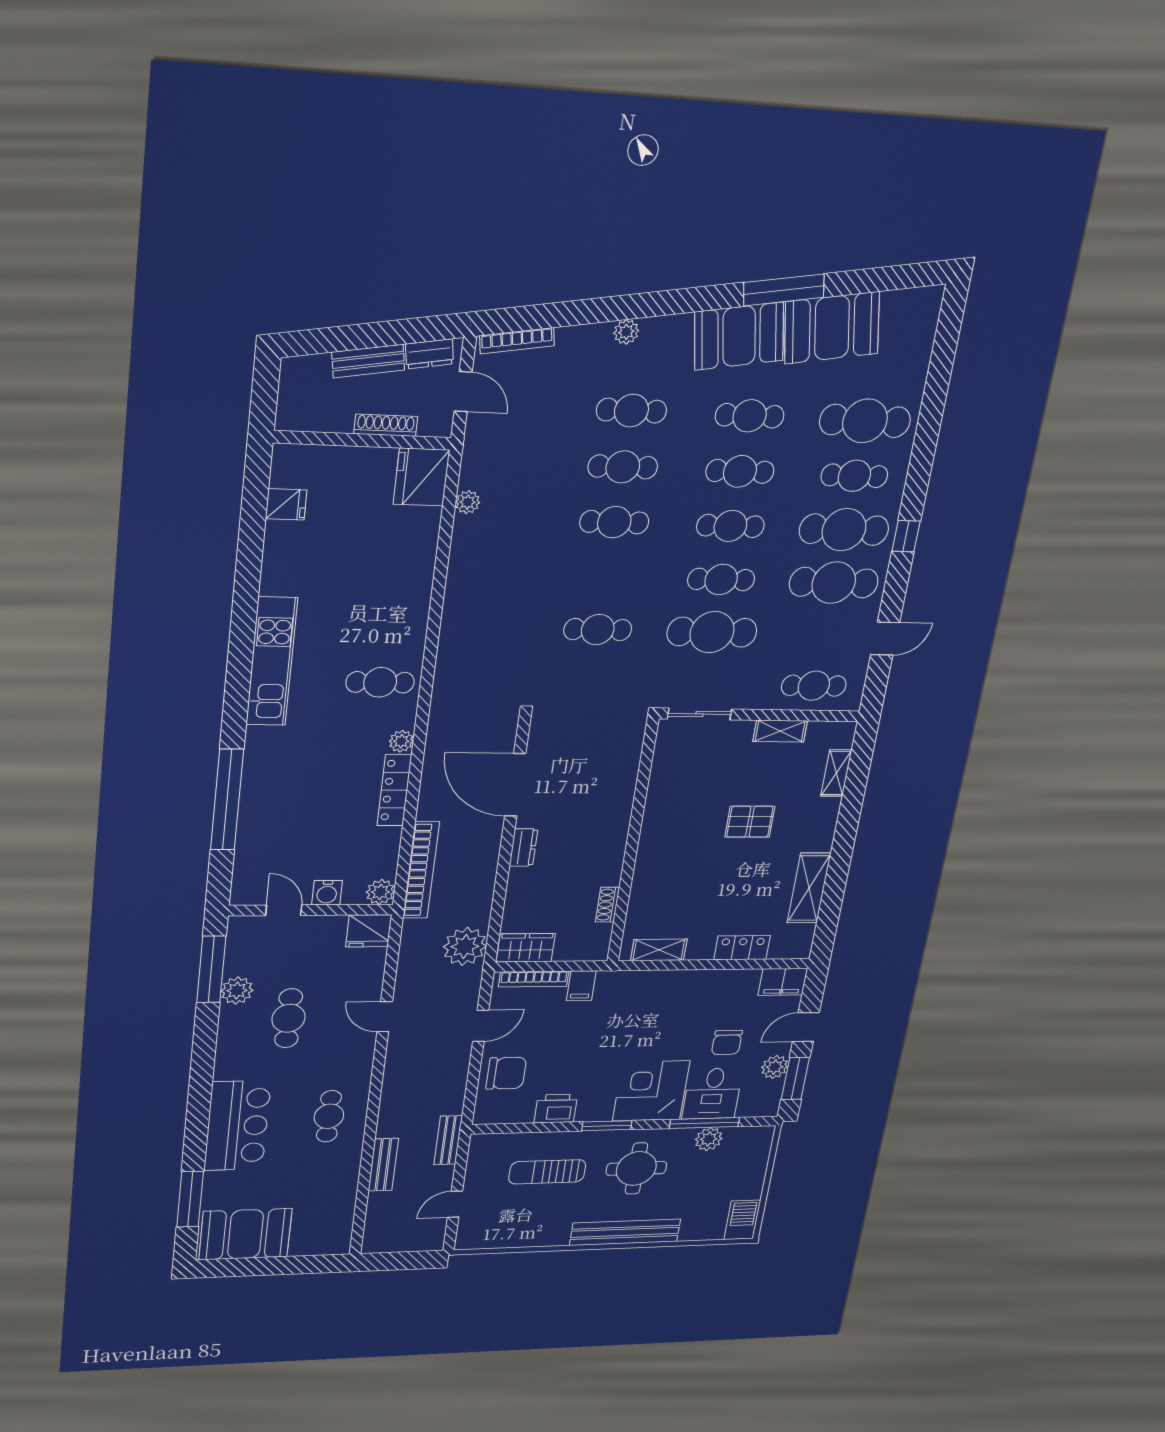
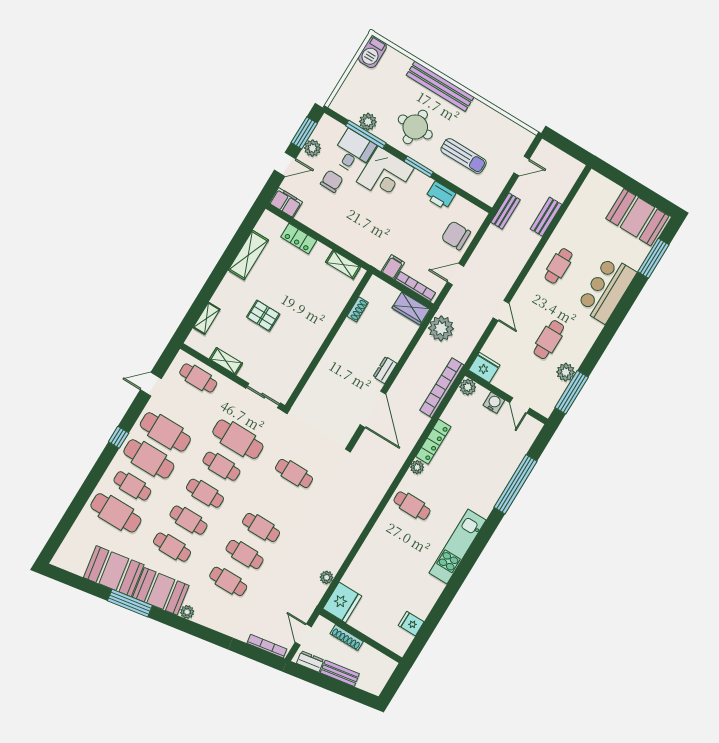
plant: (626, 332) -> (187, 612), moved

